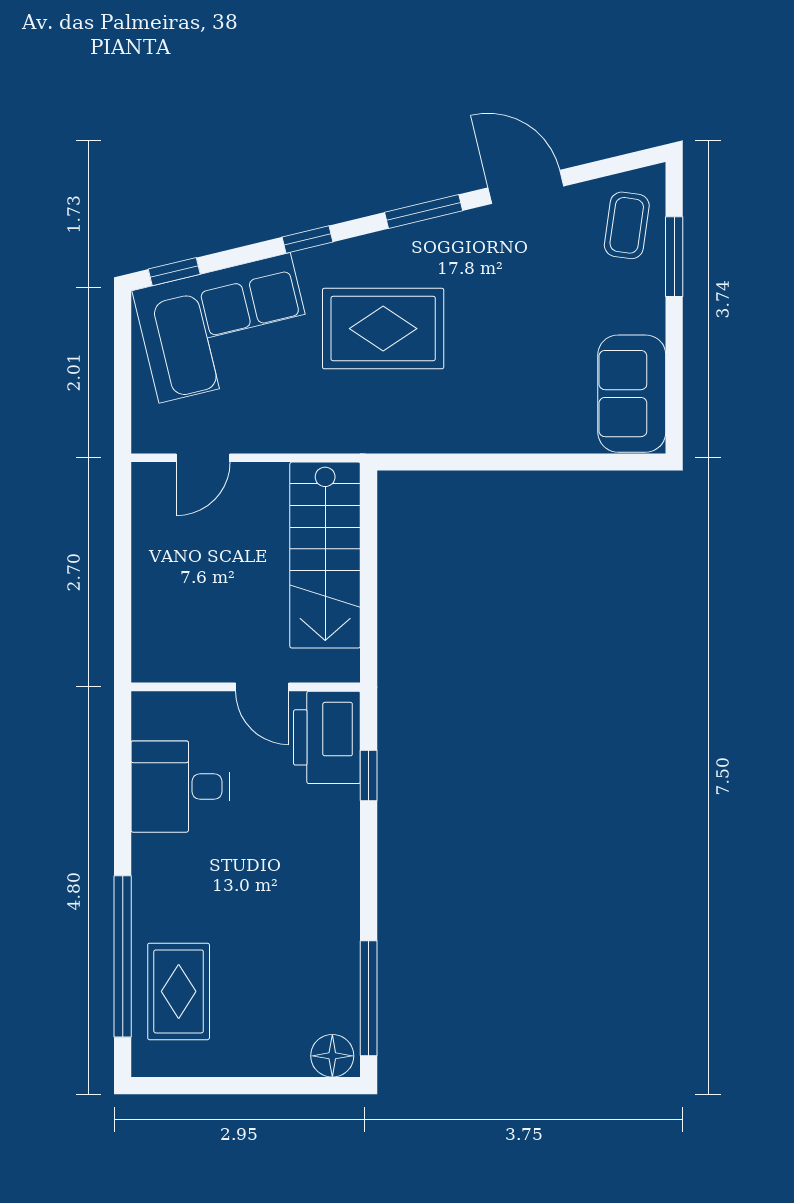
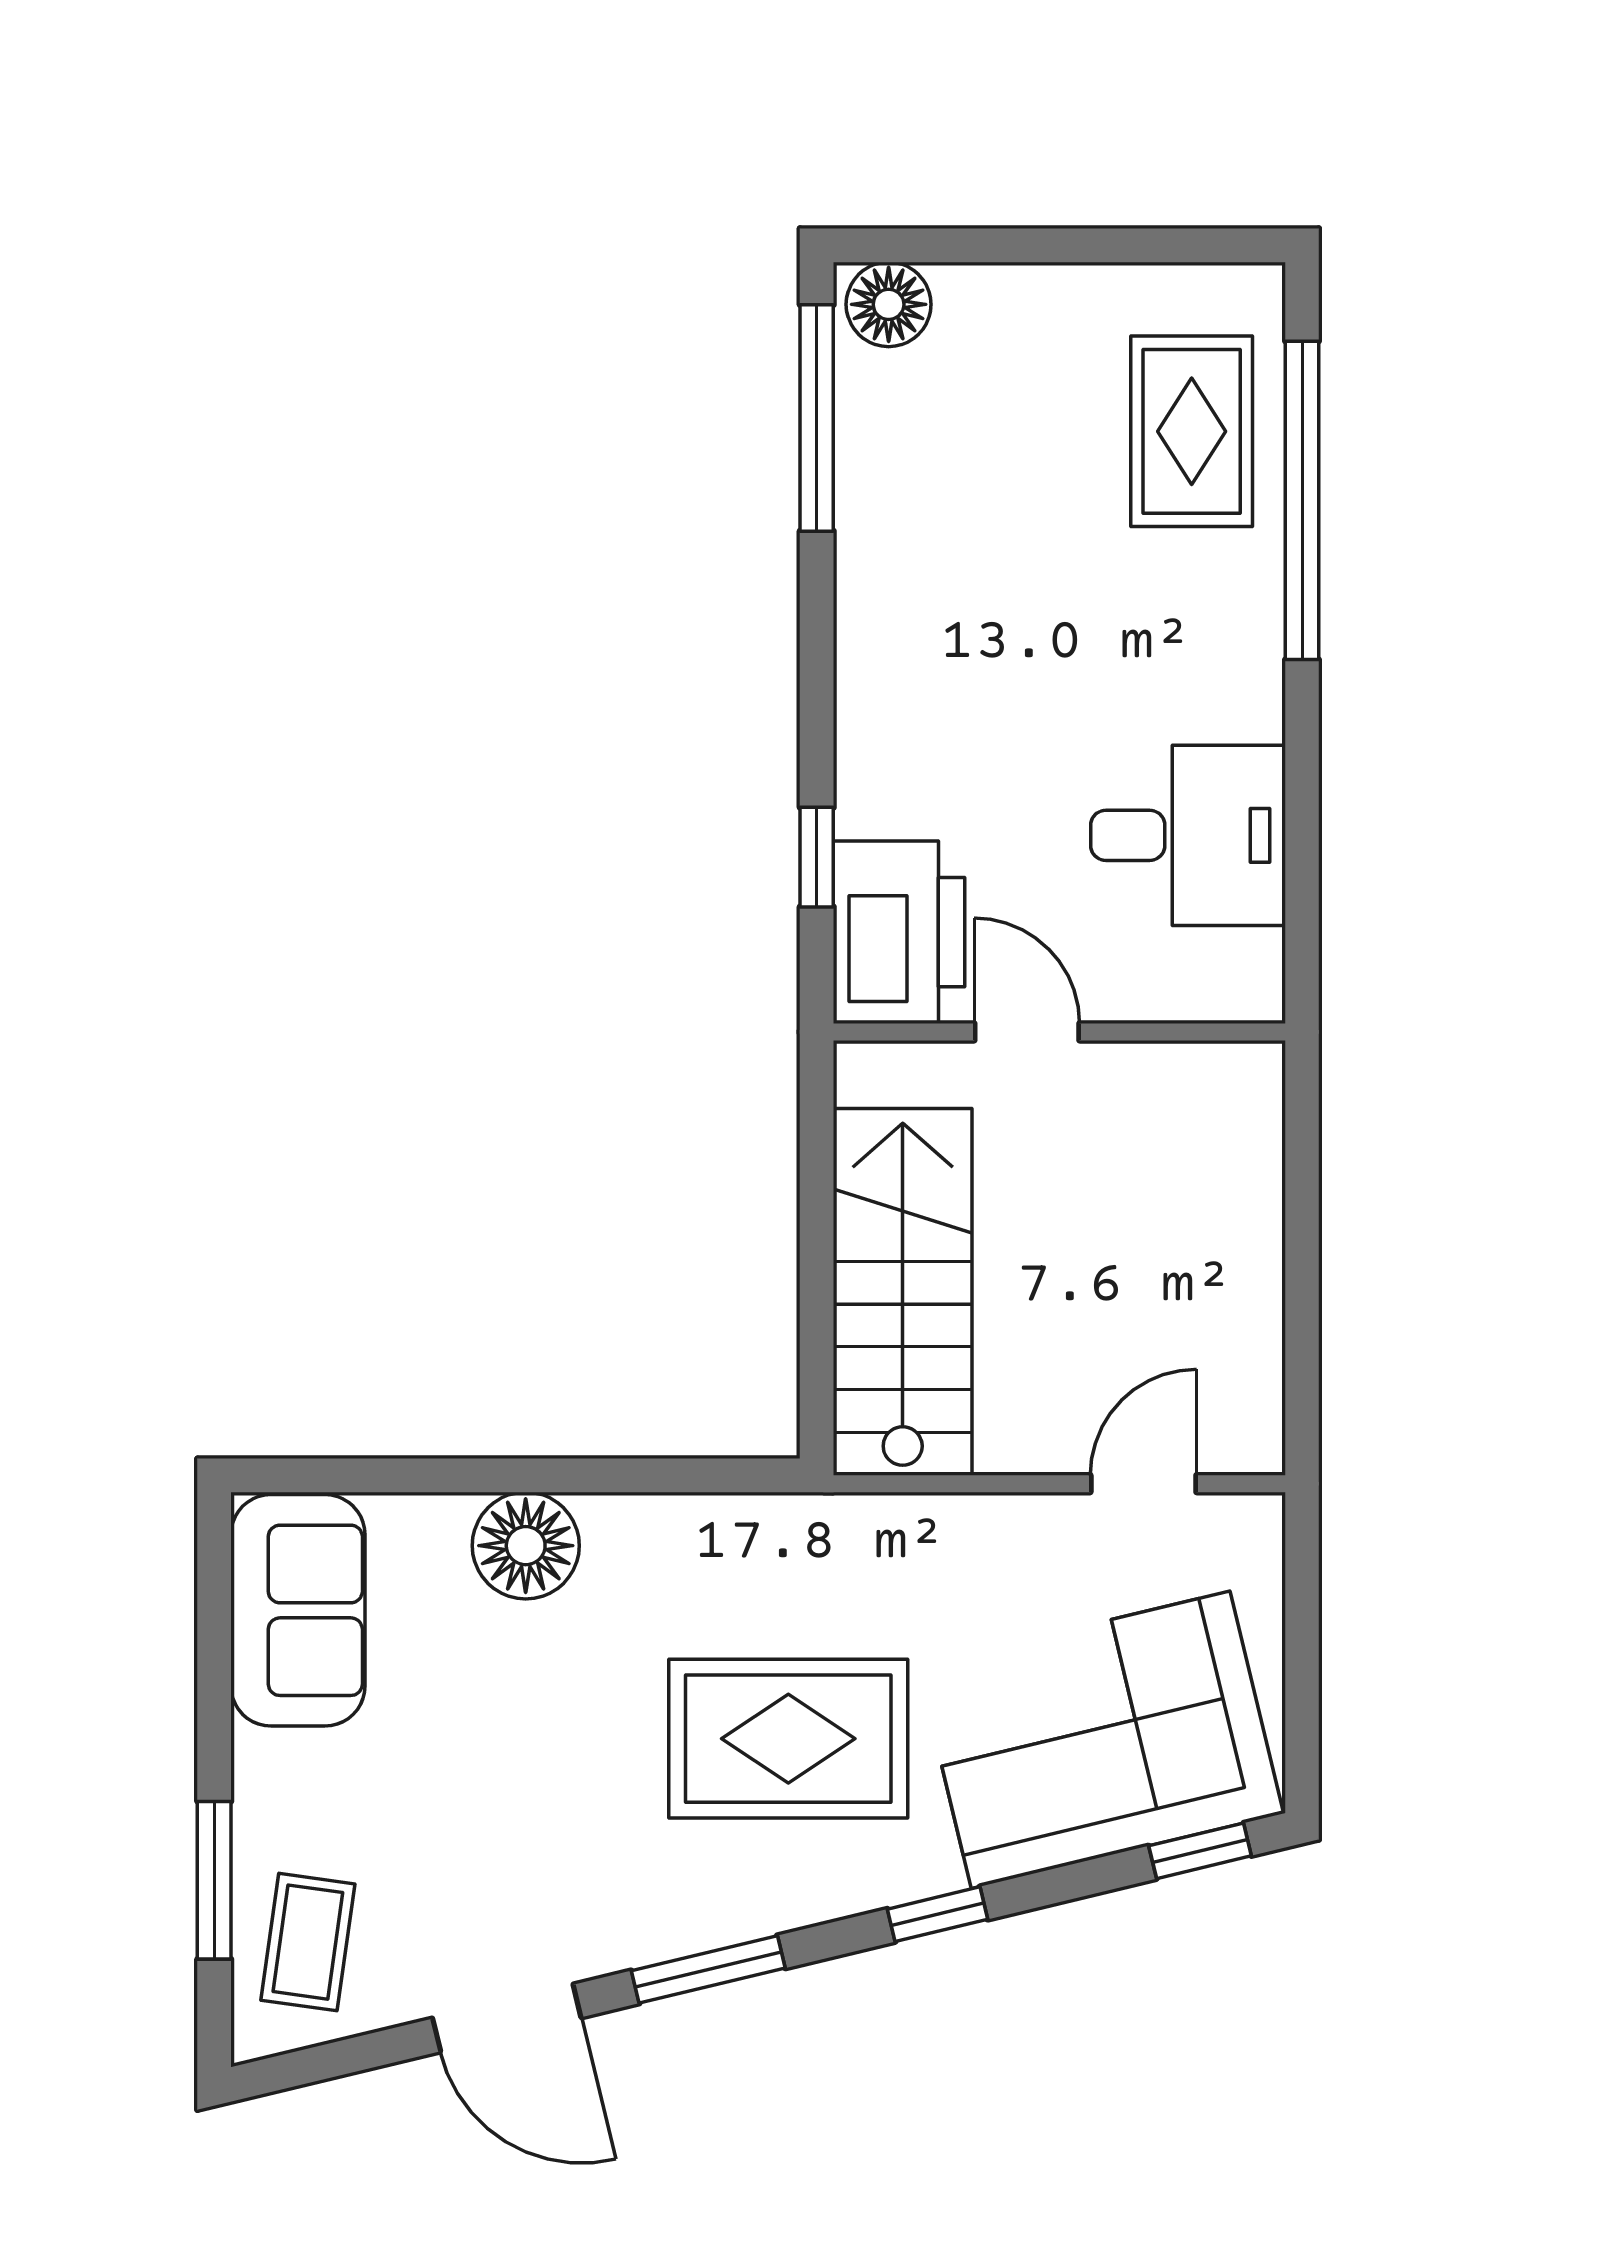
floor lamp: (516, 426) -> (526, 1546), added

